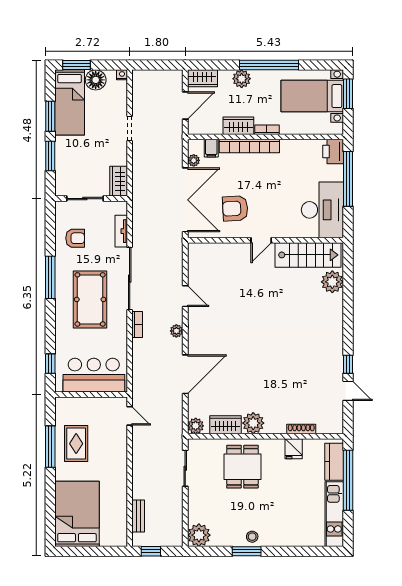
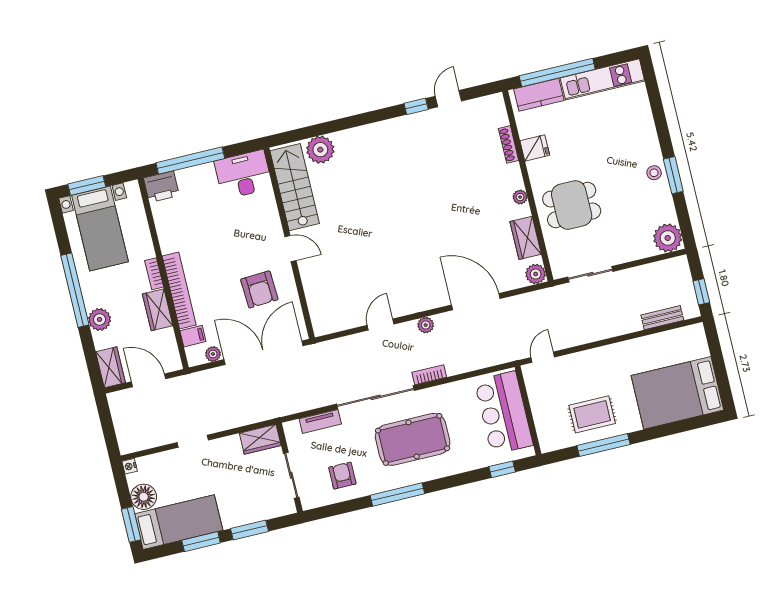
desk: (322, 210) -> (243, 175), width x0.73, depth x0.77
plant: (253, 423) -> (520, 197), width x0.53, depth x0.53

